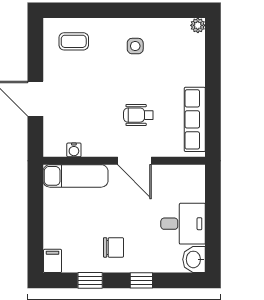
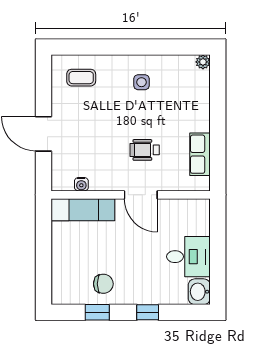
row of seats: (195, 119) -> (200, 154), width x0.68
chair: (113, 247) -> (103, 284), moved
filing cabinet: (52, 261) -> (60, 293), removed

